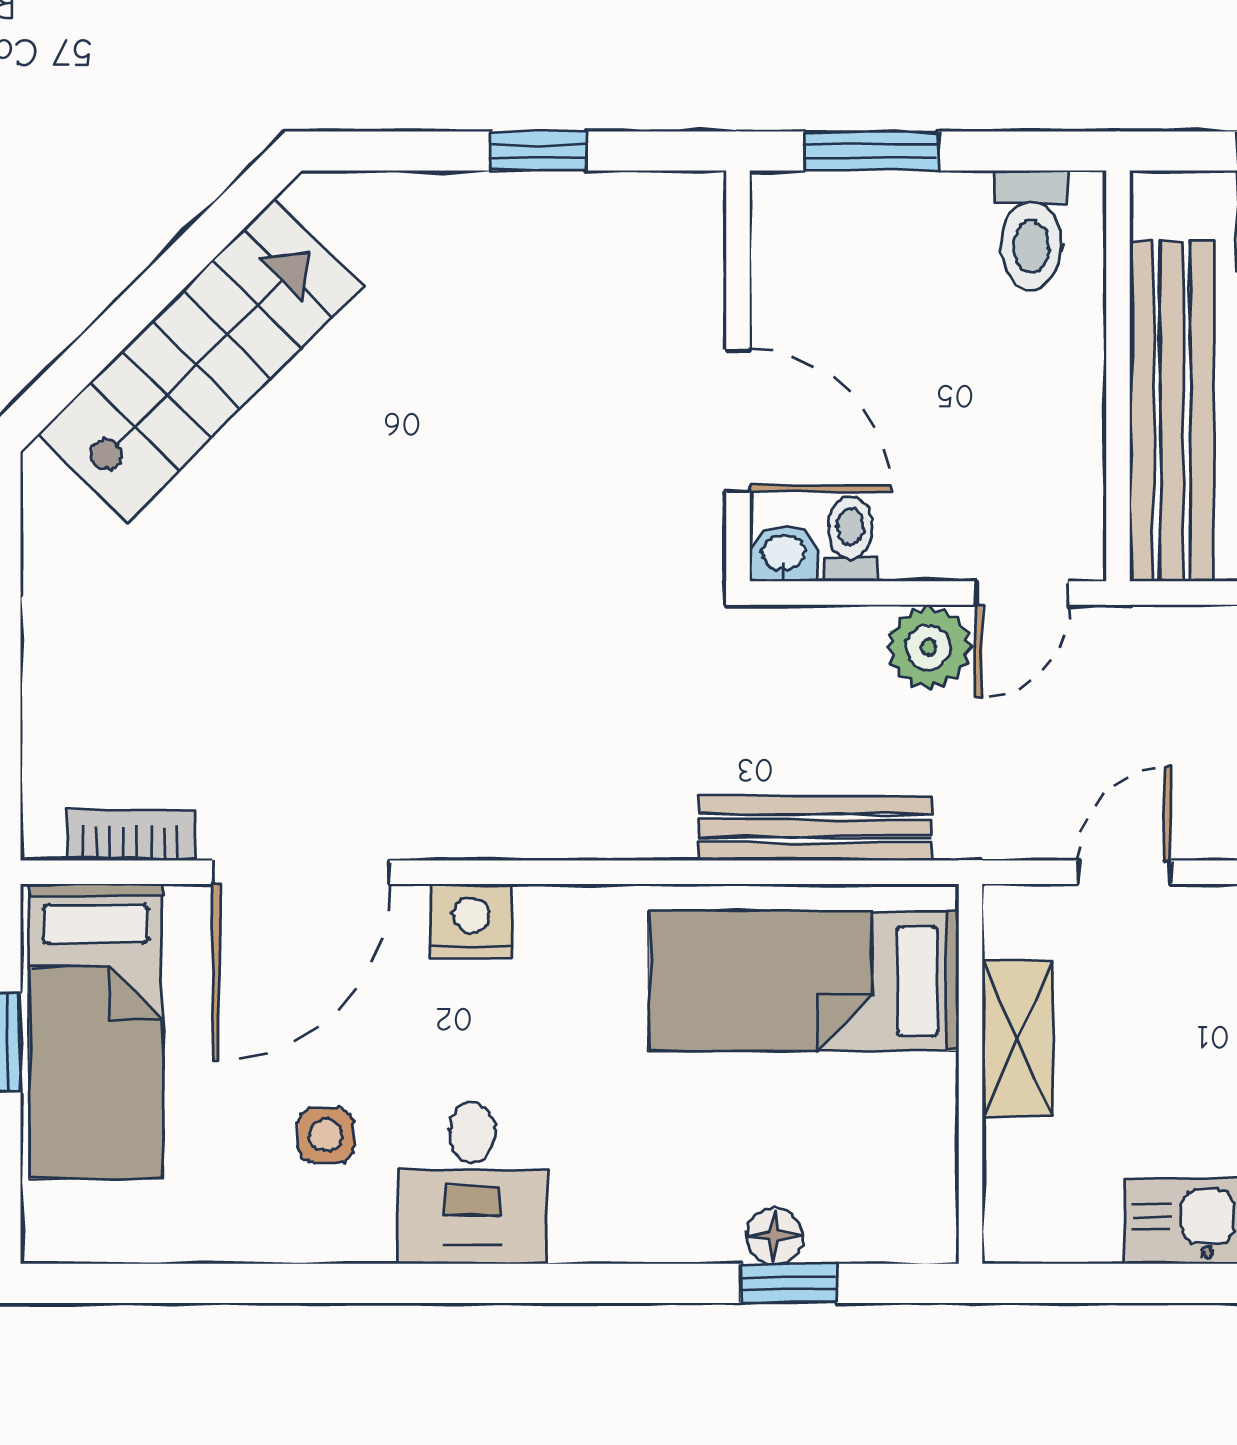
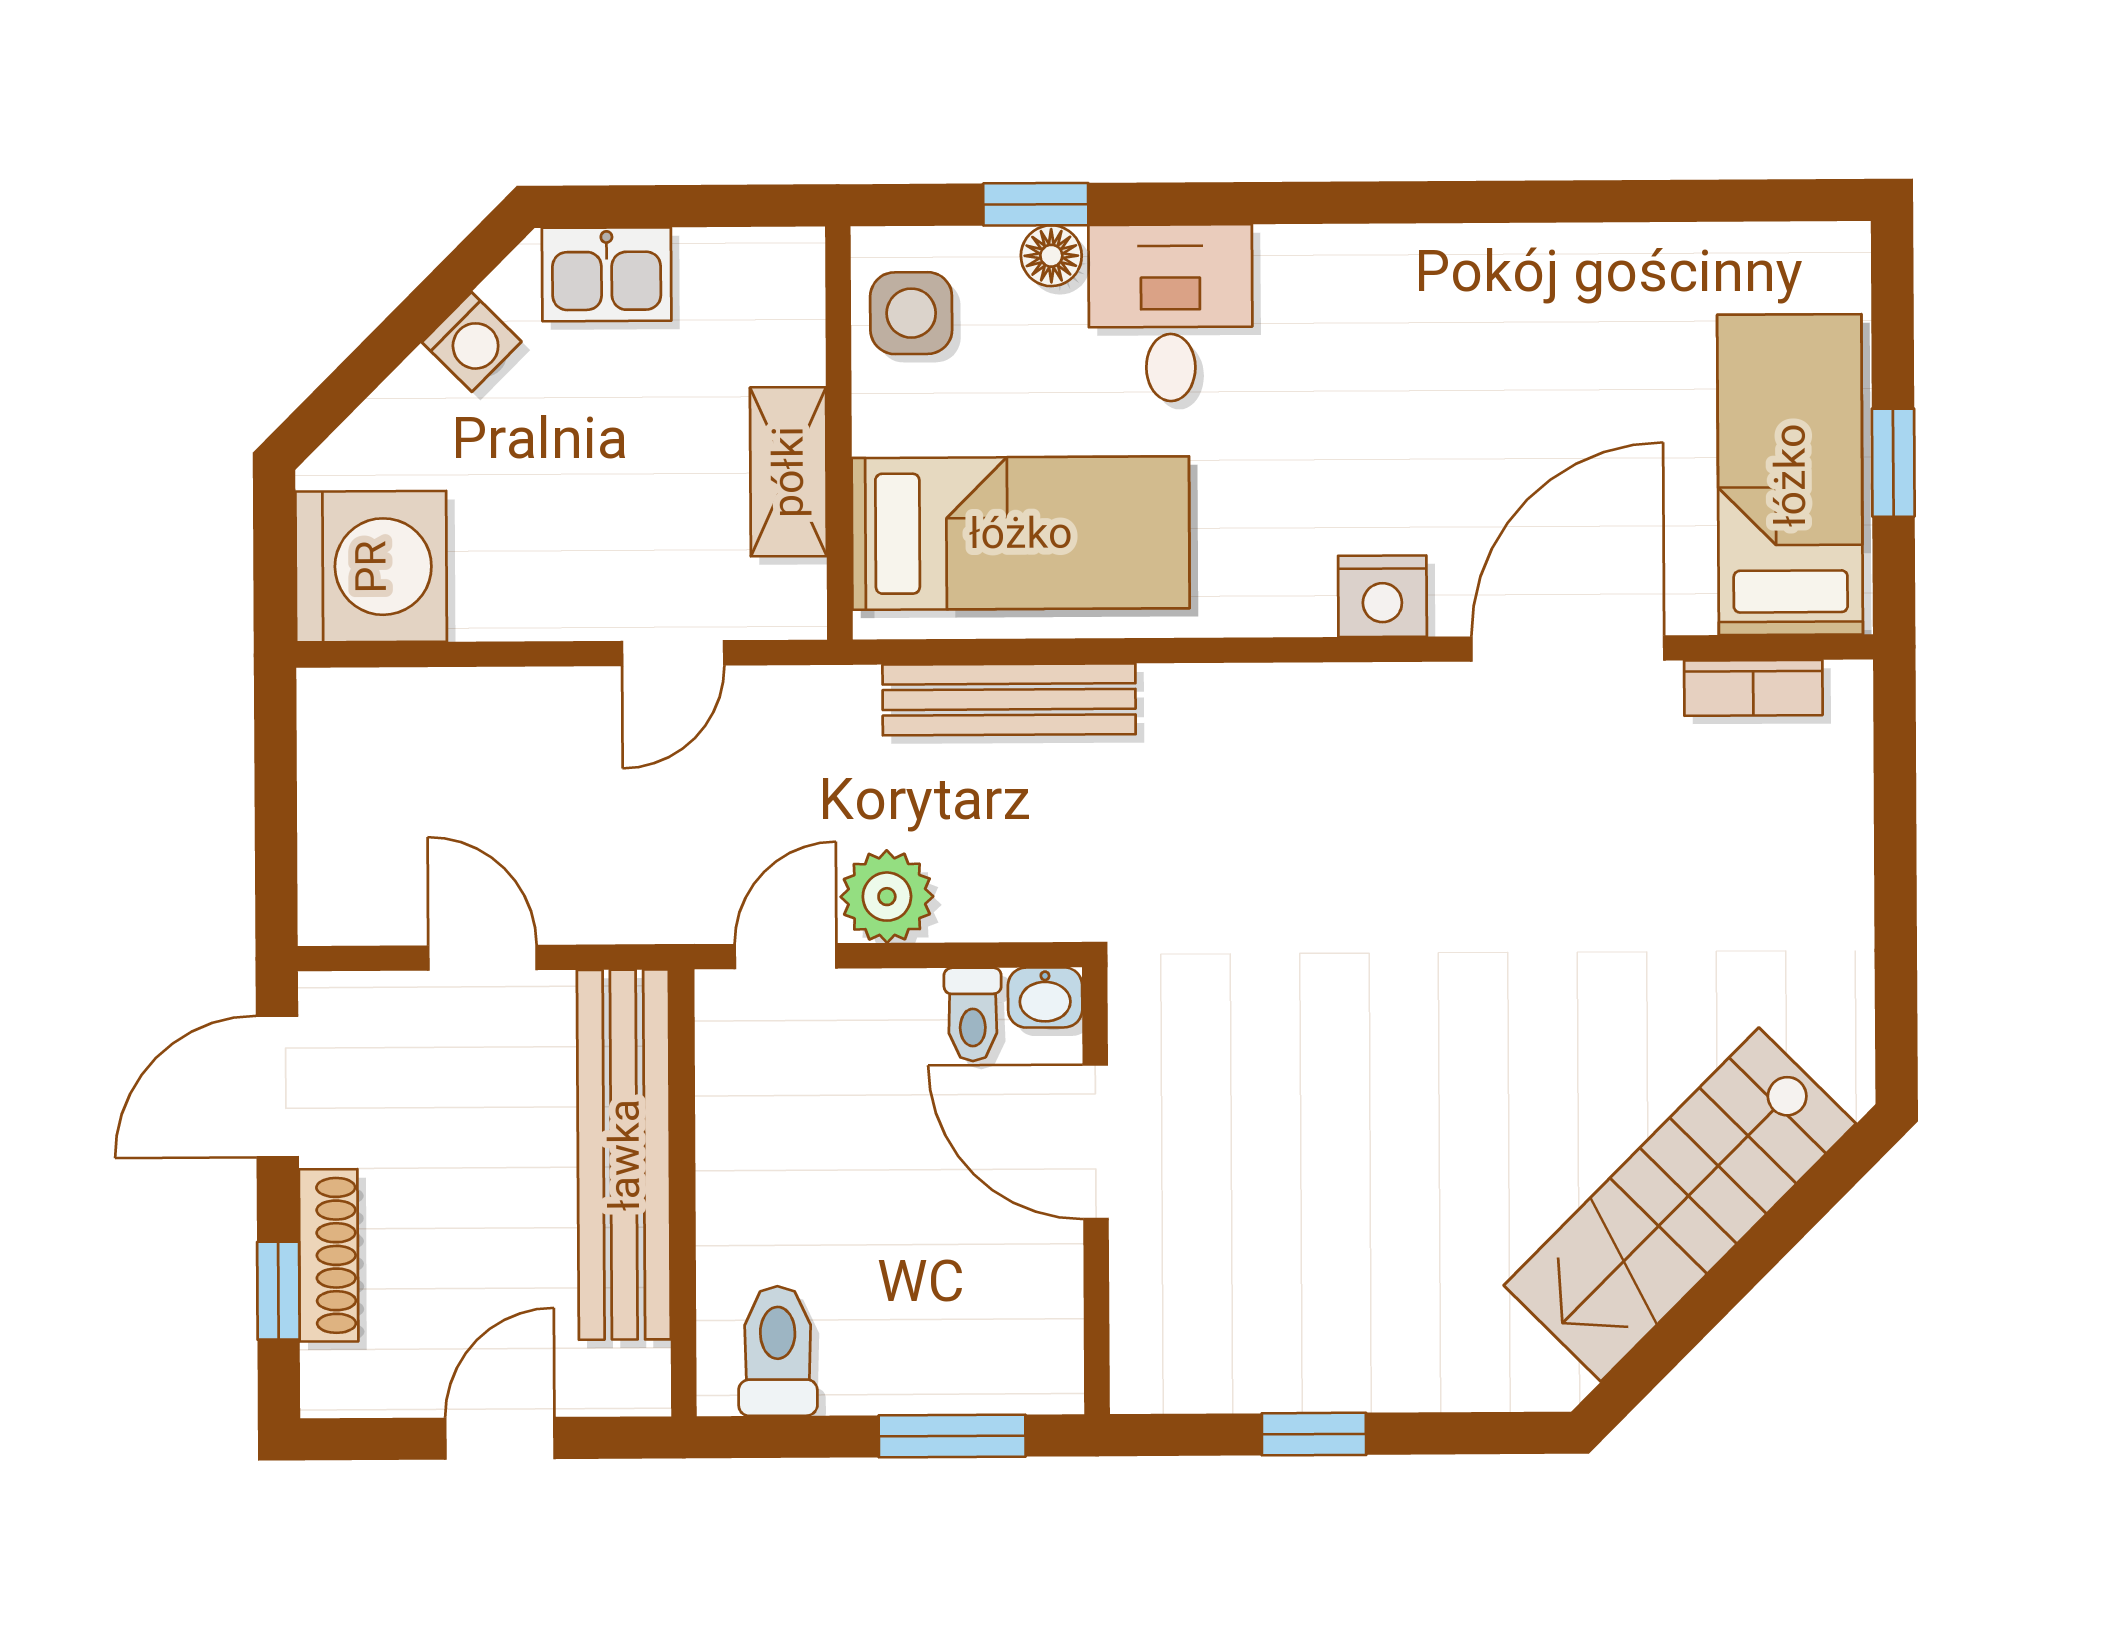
side table: (326, 1135) -> (911, 313), moved, width x1.37, depth x1.37
desk: (472, 1183) -> (1171, 313), moved

